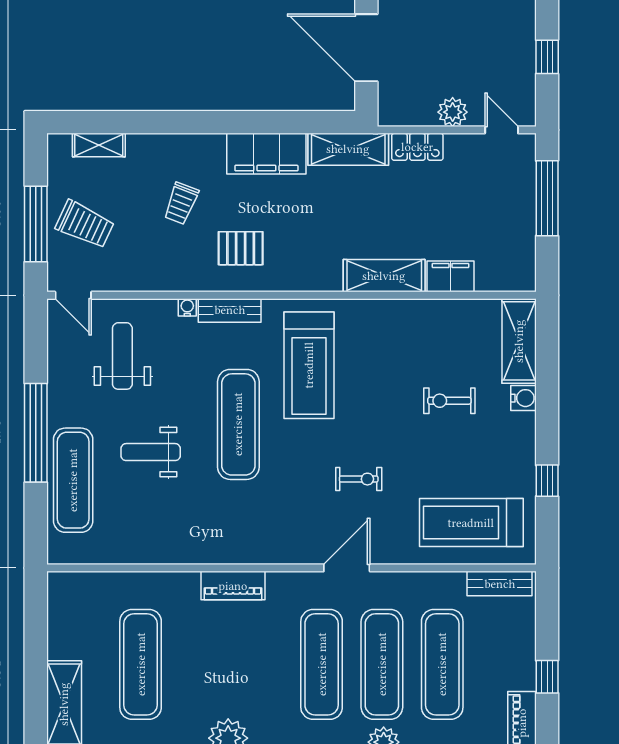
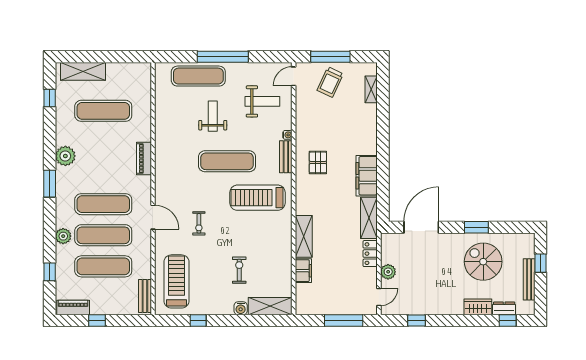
trolley: (181, 203) -> (341, 132), removed

